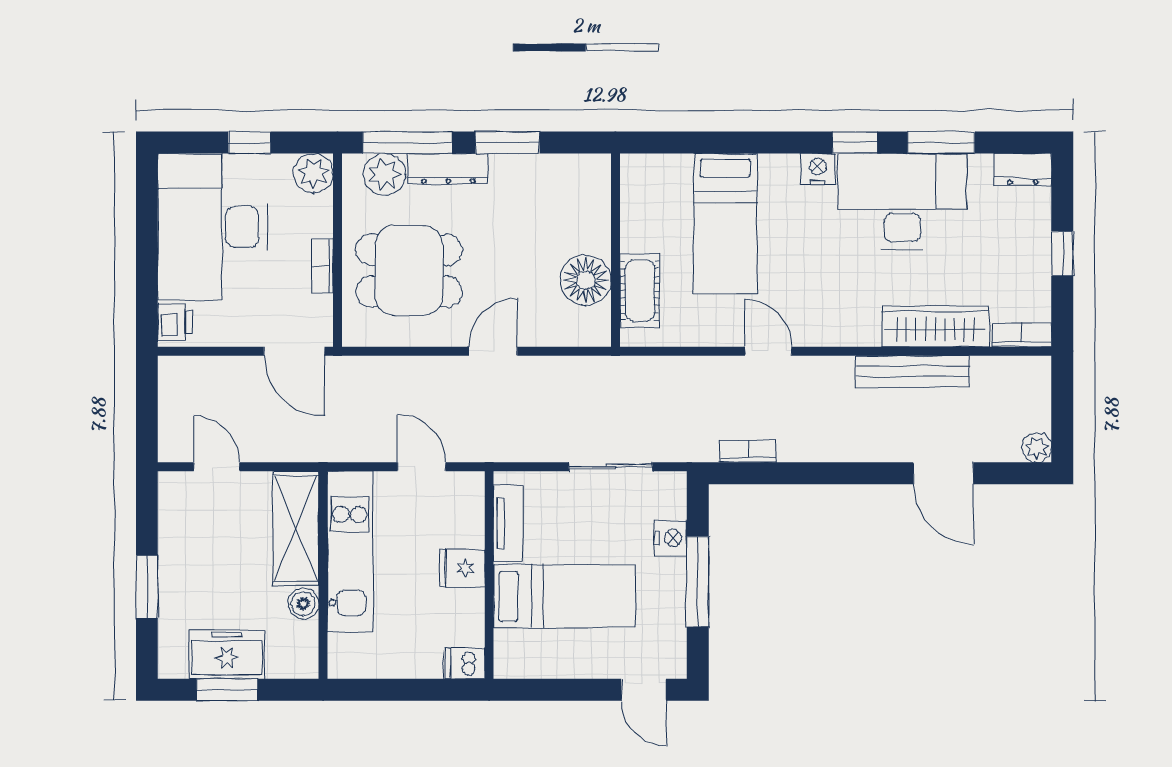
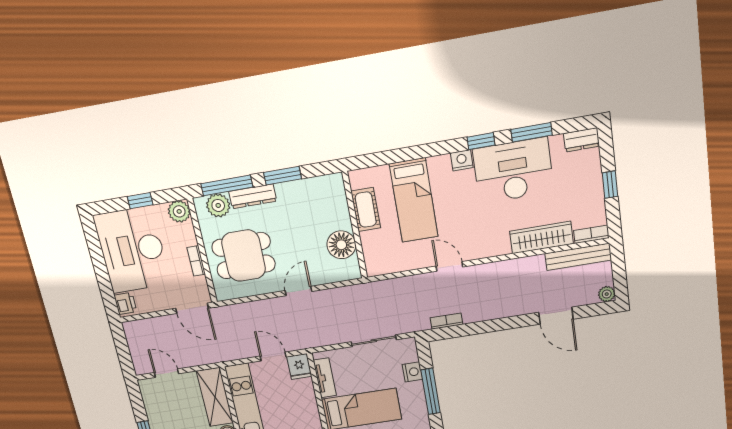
cot: (640, 291) -> (366, 210), moved
bench: (912, 371) -> (578, 257), moved
fridge: (462, 568) -> (299, 367), moved, turned -90

